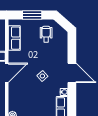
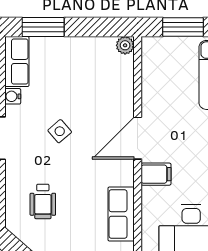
wheelchair: (46, 34) -> (43, 201), moved

